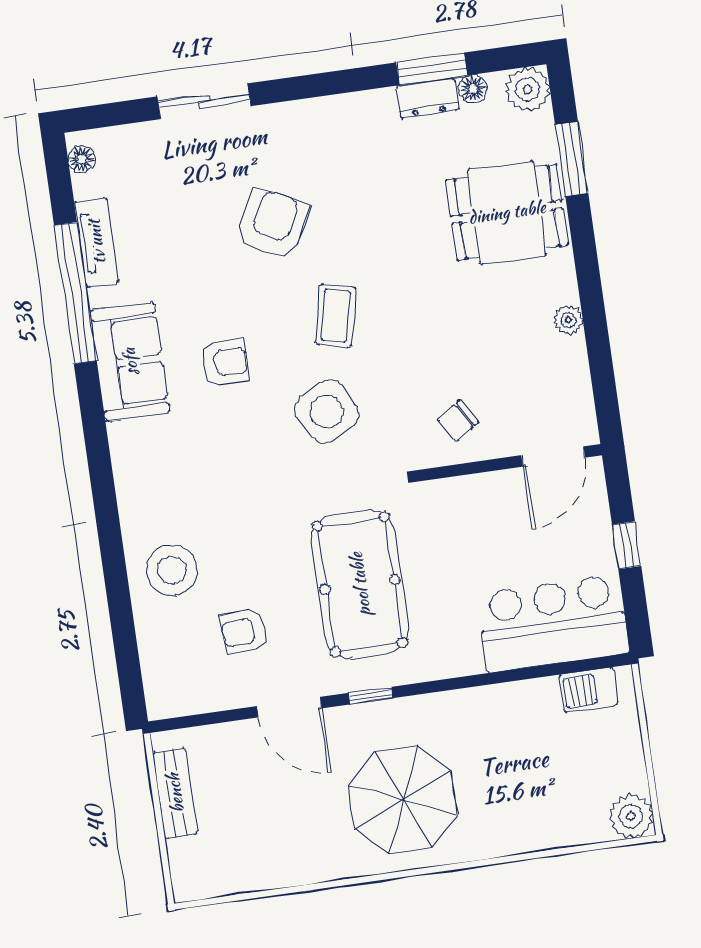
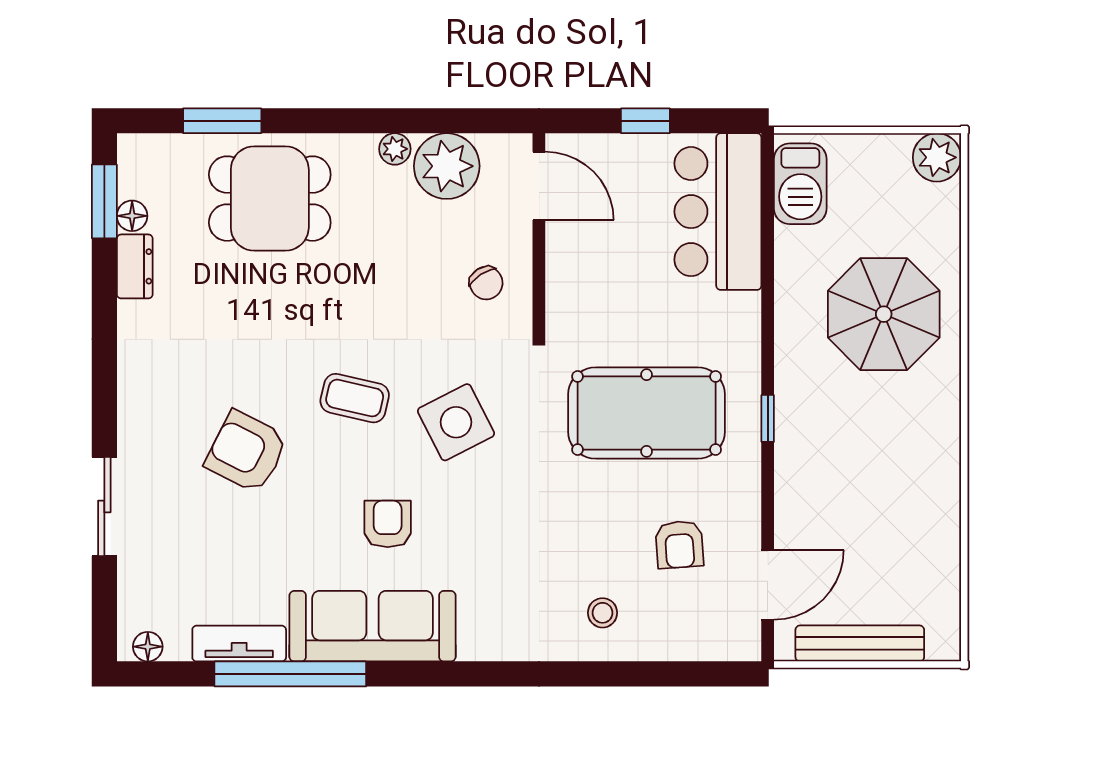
window: (432, 69) -> (104, 201), moved
plant: (528, 89) -> (447, 166), moved, width x1.36, depth x1.36
dining table: (507, 212) -> (270, 199), turned 90
sofa: (130, 362) -> (373, 626), width x1.36
stool: (172, 570) -> (603, 613), width x0.53, depth x0.53
barbecue: (588, 690) -> (800, 184), width x1.38, depth x1.27
door: (289, 707) -> (768, 585), moved
bench: (175, 793) -> (860, 643), width x1.36
parasol: (403, 800) -> (884, 314), moved

